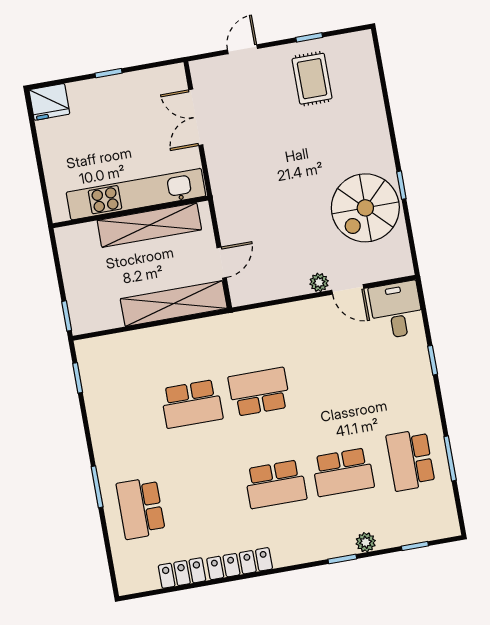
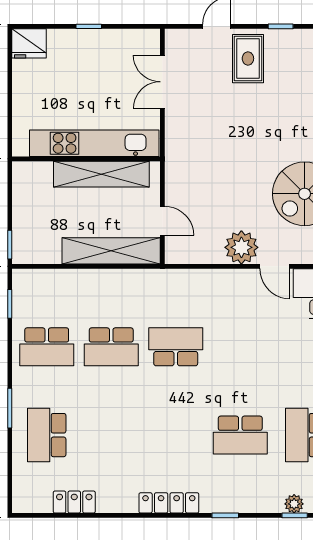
rug: (312, 79) -> (248, 59), moved
door: (222, 263) -> (162, 221), hinge flipped
plant: (319, 282) -> (241, 247), width x1.88, depth x1.88
school desk: (276, 484) -> (47, 347), moved
plant: (366, 542) -> (294, 504), moved
locker: (240, 564) -> (169, 503), moved

